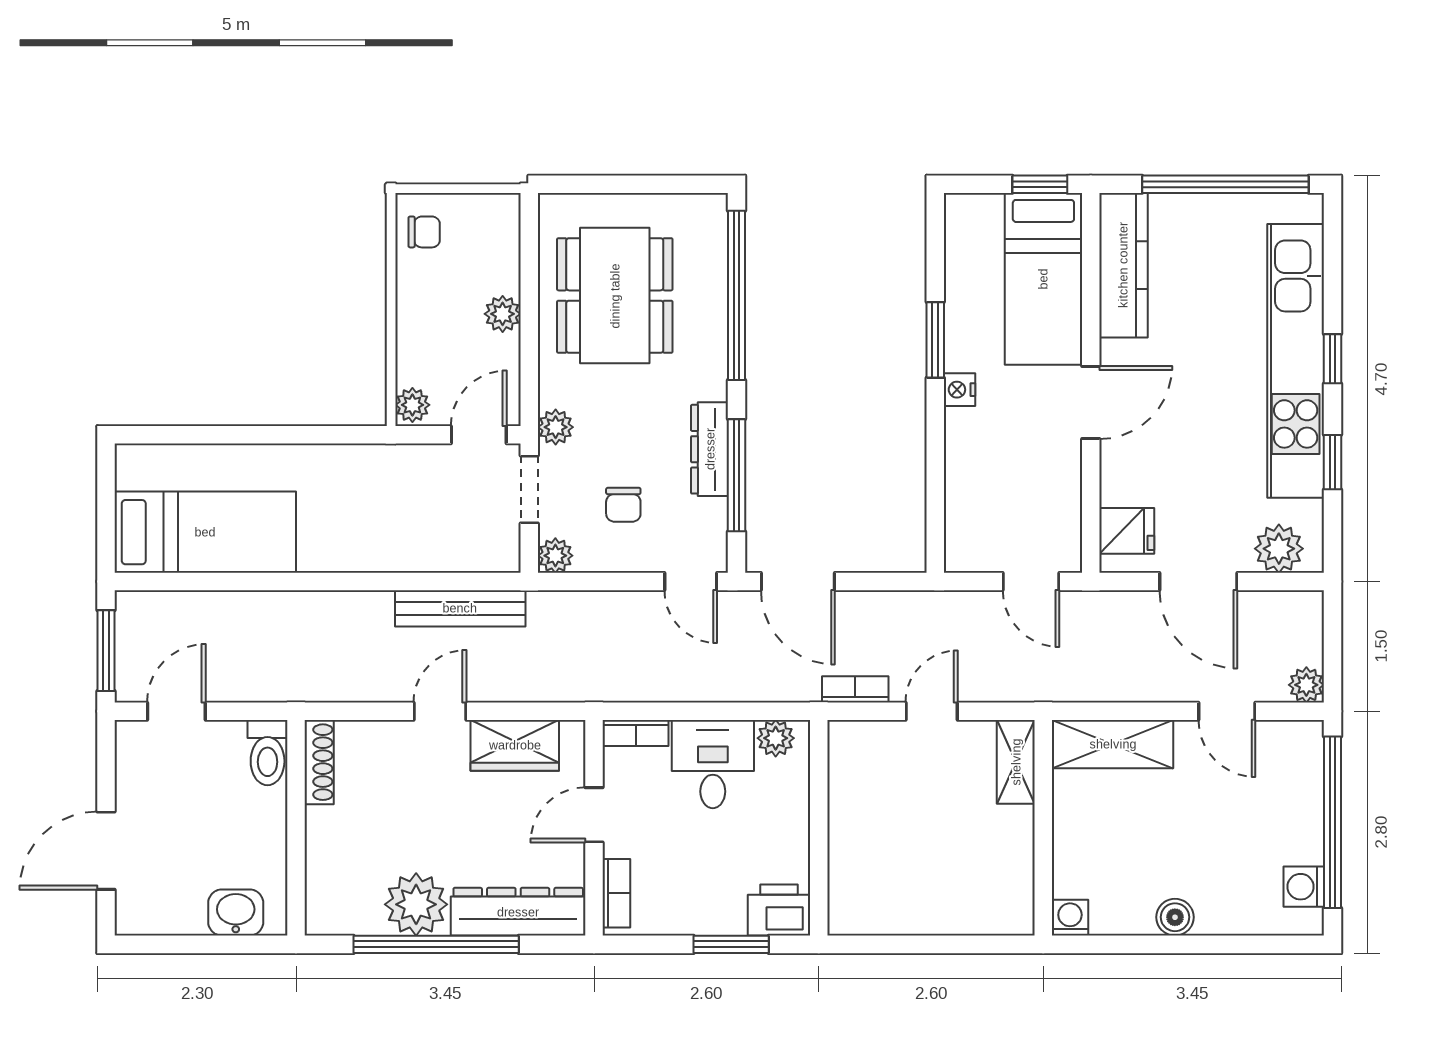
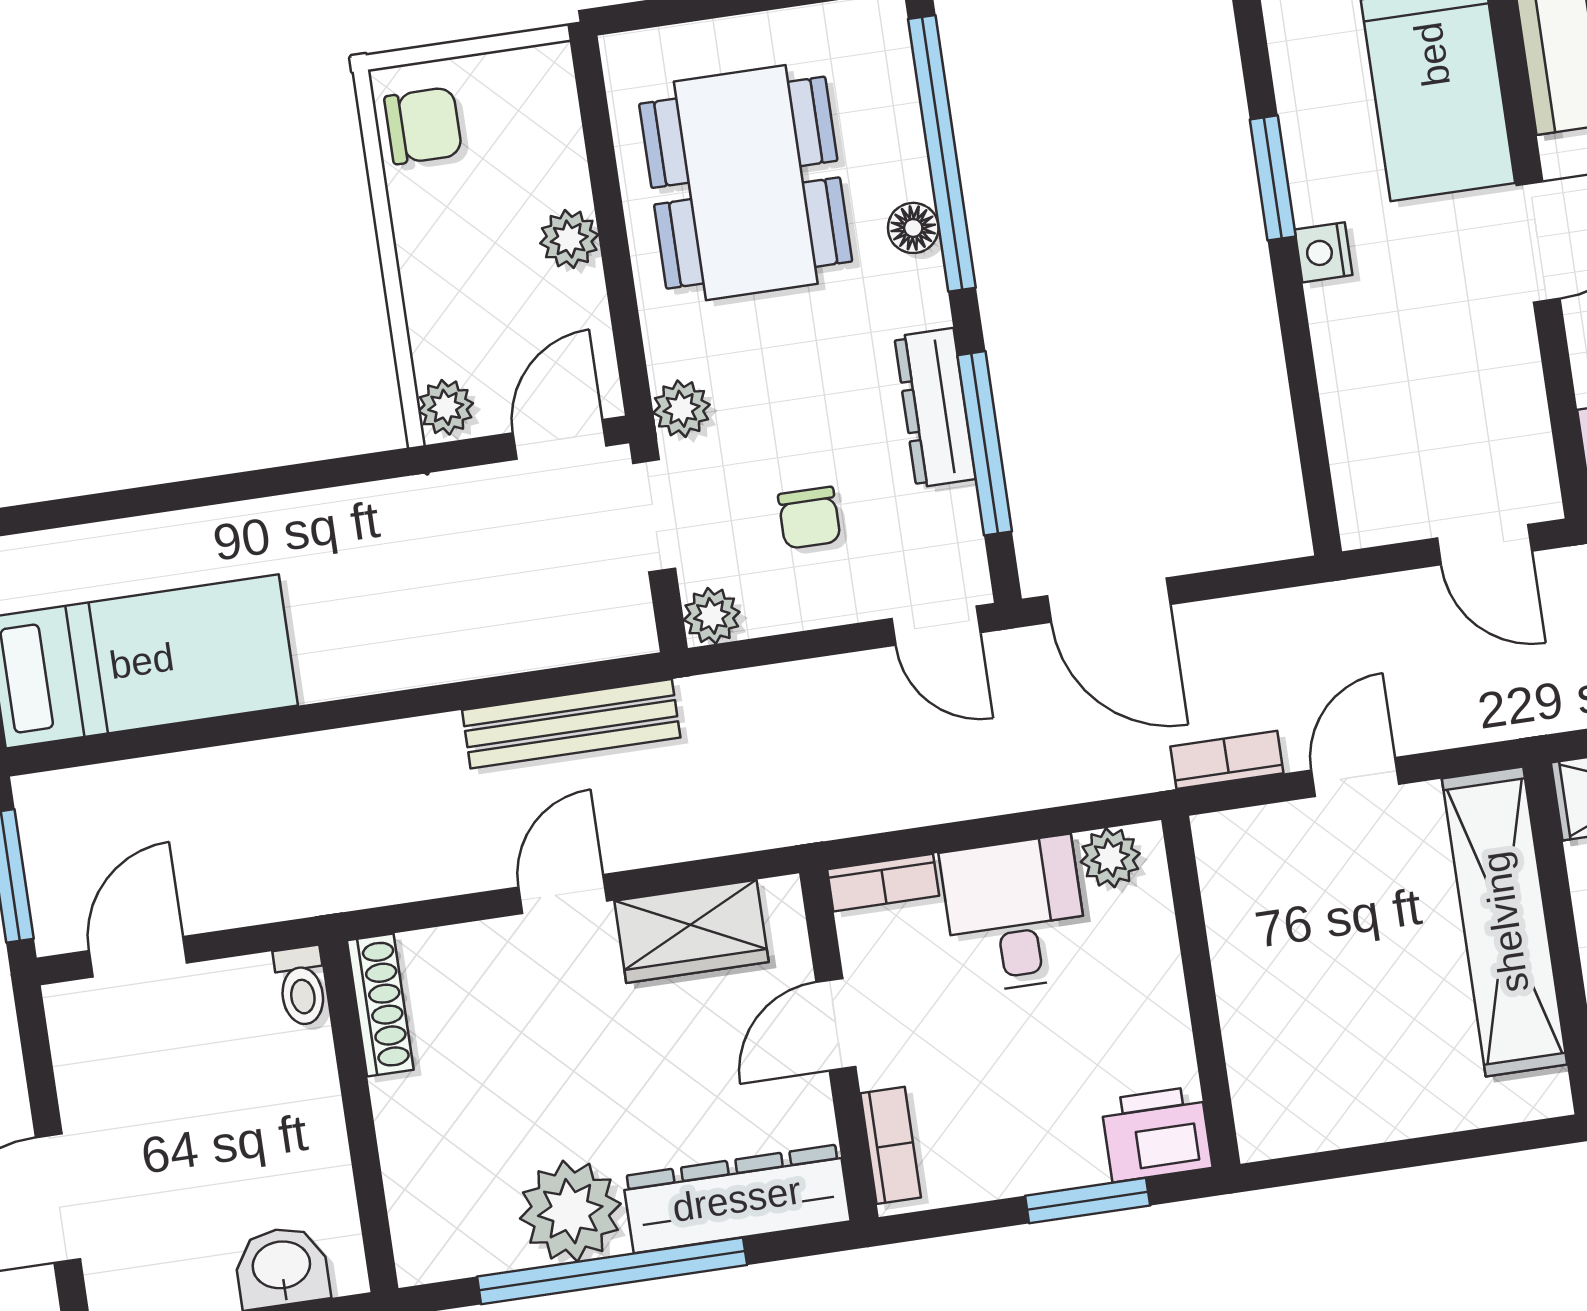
chair: (424, 232) -> (423, 126), width x1.37, depth x1.37
floor lamp: (712, 338) -> (913, 228), added
toilet: (268, 753) -> (301, 986), width x0.73, depth x0.72
shelving: (1016, 762) -> (1505, 922), width x2.20, depth x1.33

